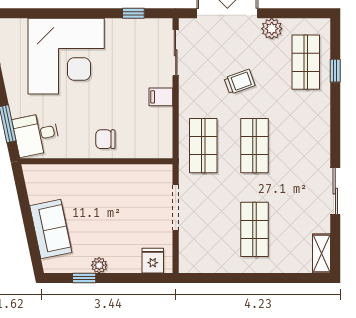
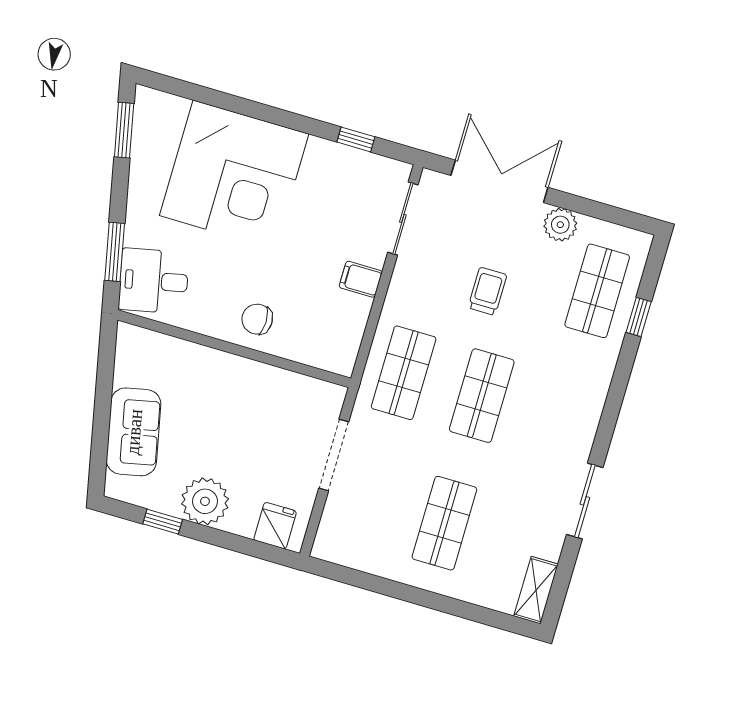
trolley: (240, 82) -> (487, 291), turned -70
plant: (99, 265) -> (205, 501), width x1.88, depth x1.88

